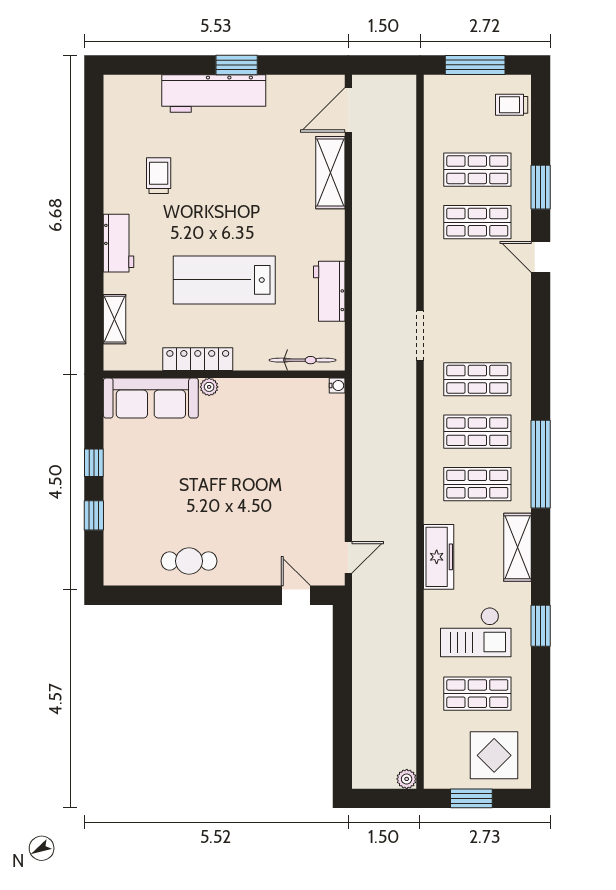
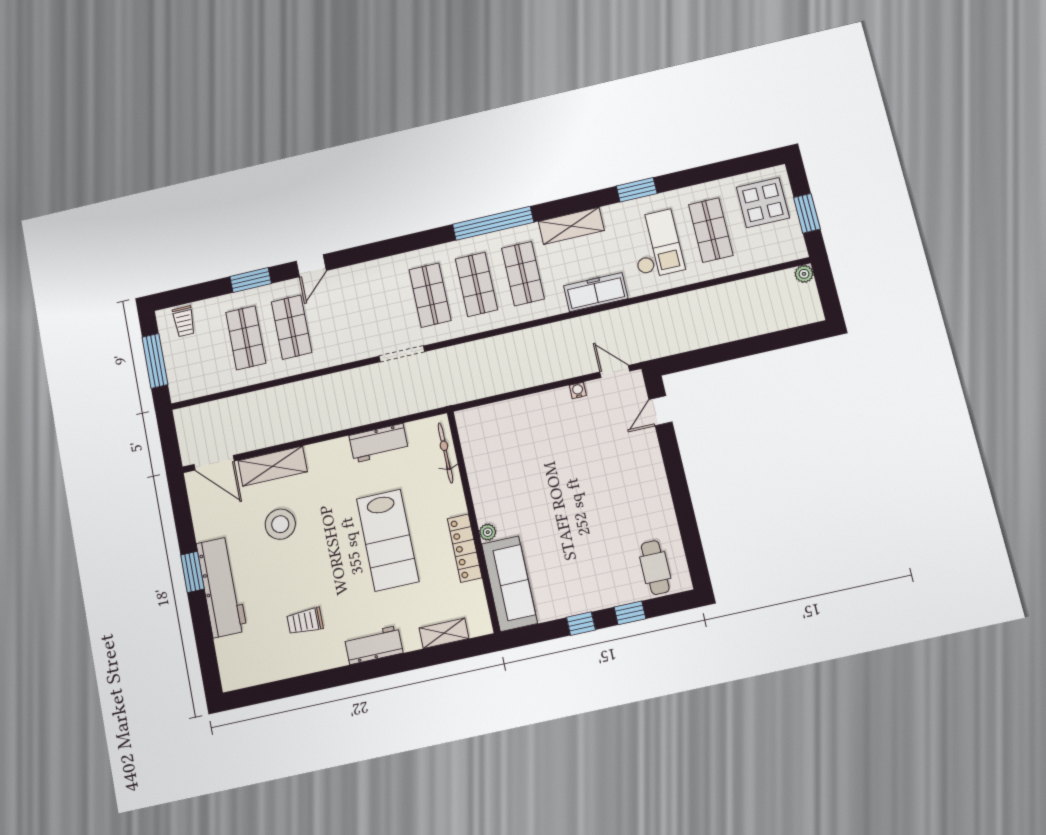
stool: (266, 169) -> (280, 524), added
water cooler: (337, 386) -> (578, 390), moved
cafe table: (189, 561) -> (655, 568), moved

